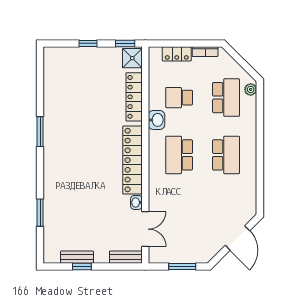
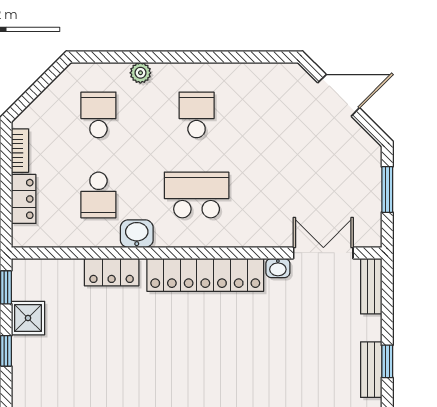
shower: (132, 58) -> (28, 318), moved
plant: (251, 89) -> (140, 73), moved
locker: (134, 97) -> (112, 272), width x0.66
school desk: (226, 98) -> (98, 115), width x0.54
school desk: (179, 155) -> (197, 195), turned 180
school desk: (226, 155) -> (197, 115), width x0.54

